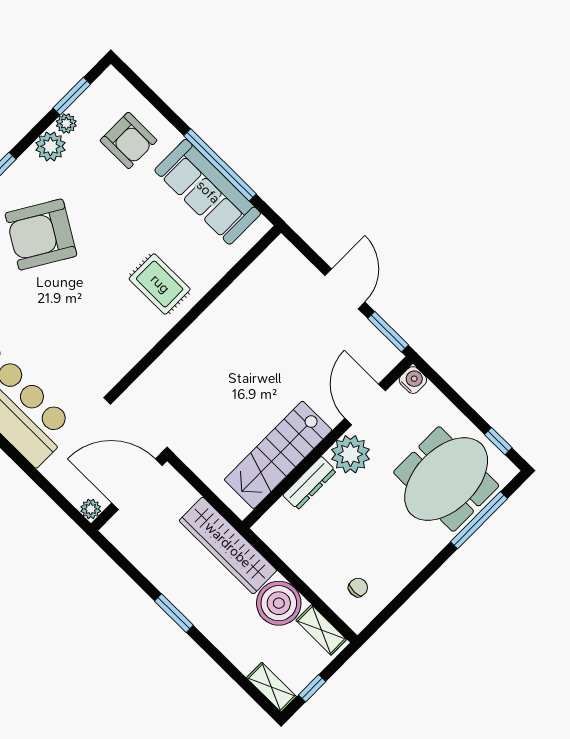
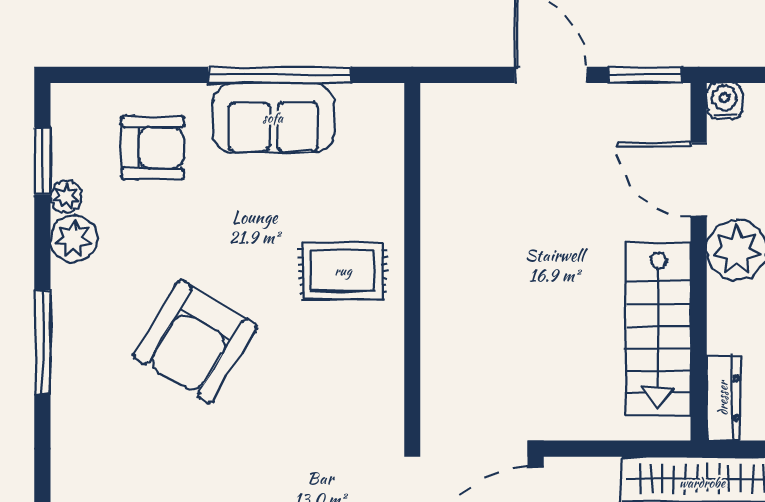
sofa: (208, 192) -> (273, 118), width x0.73
armchair: (41, 234) -> (195, 342), moved
dresser: (310, 483) -> (723, 398), moved

